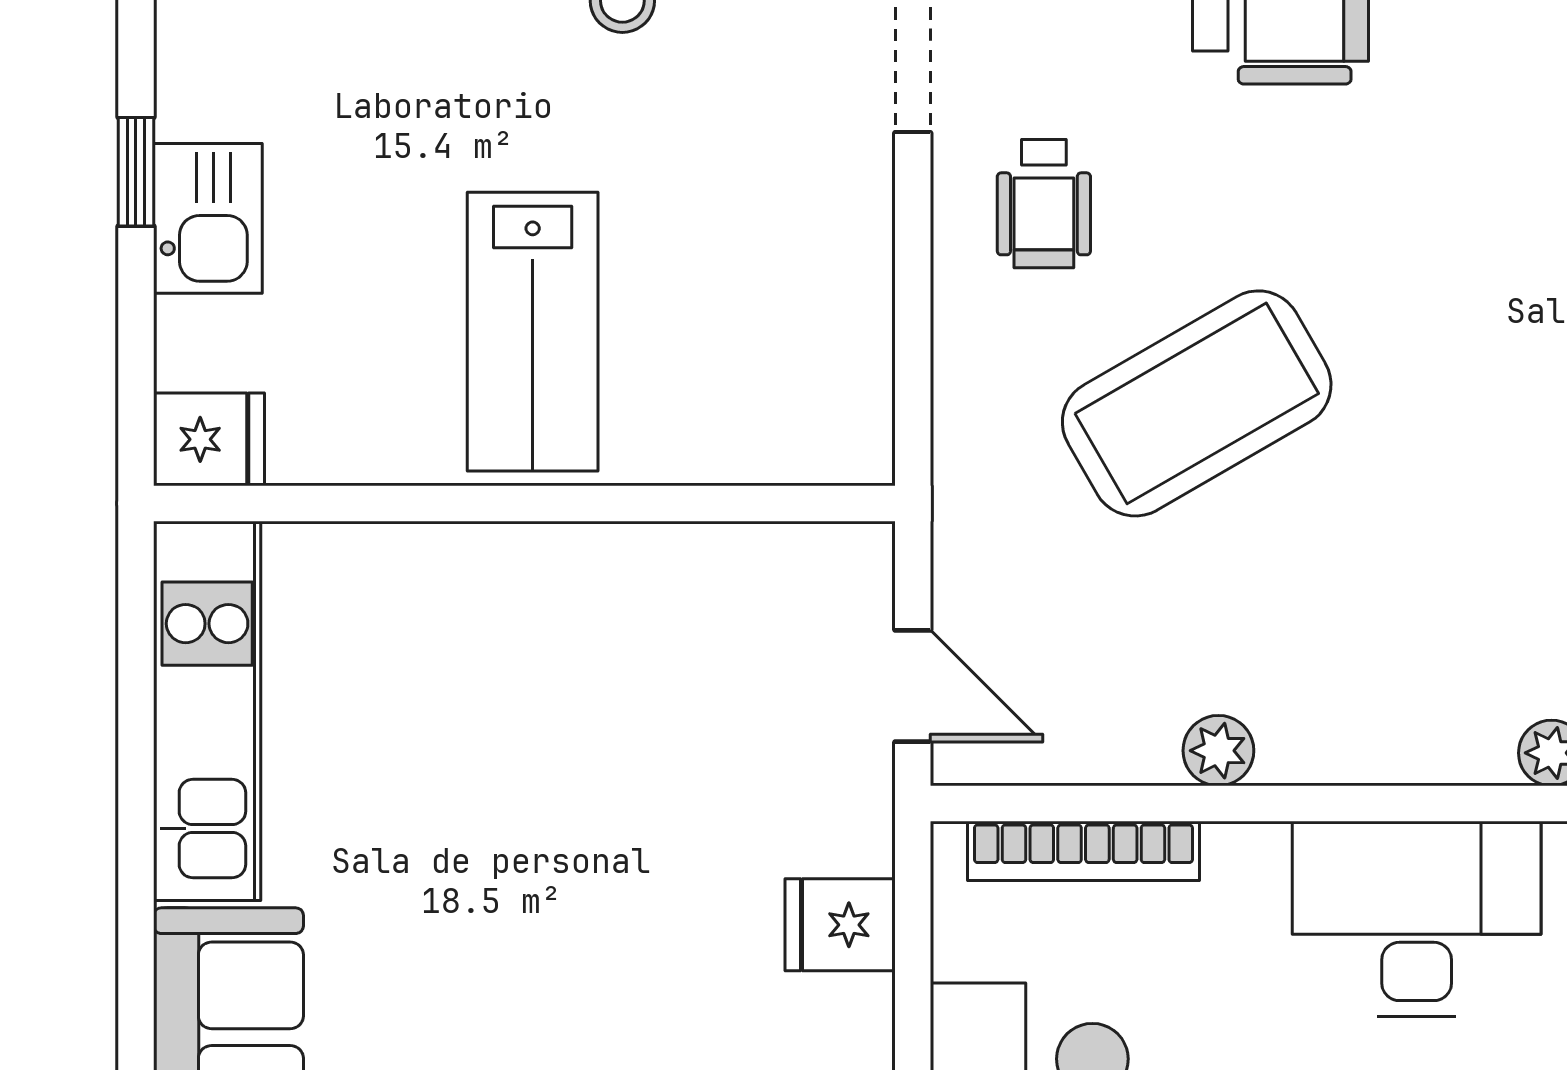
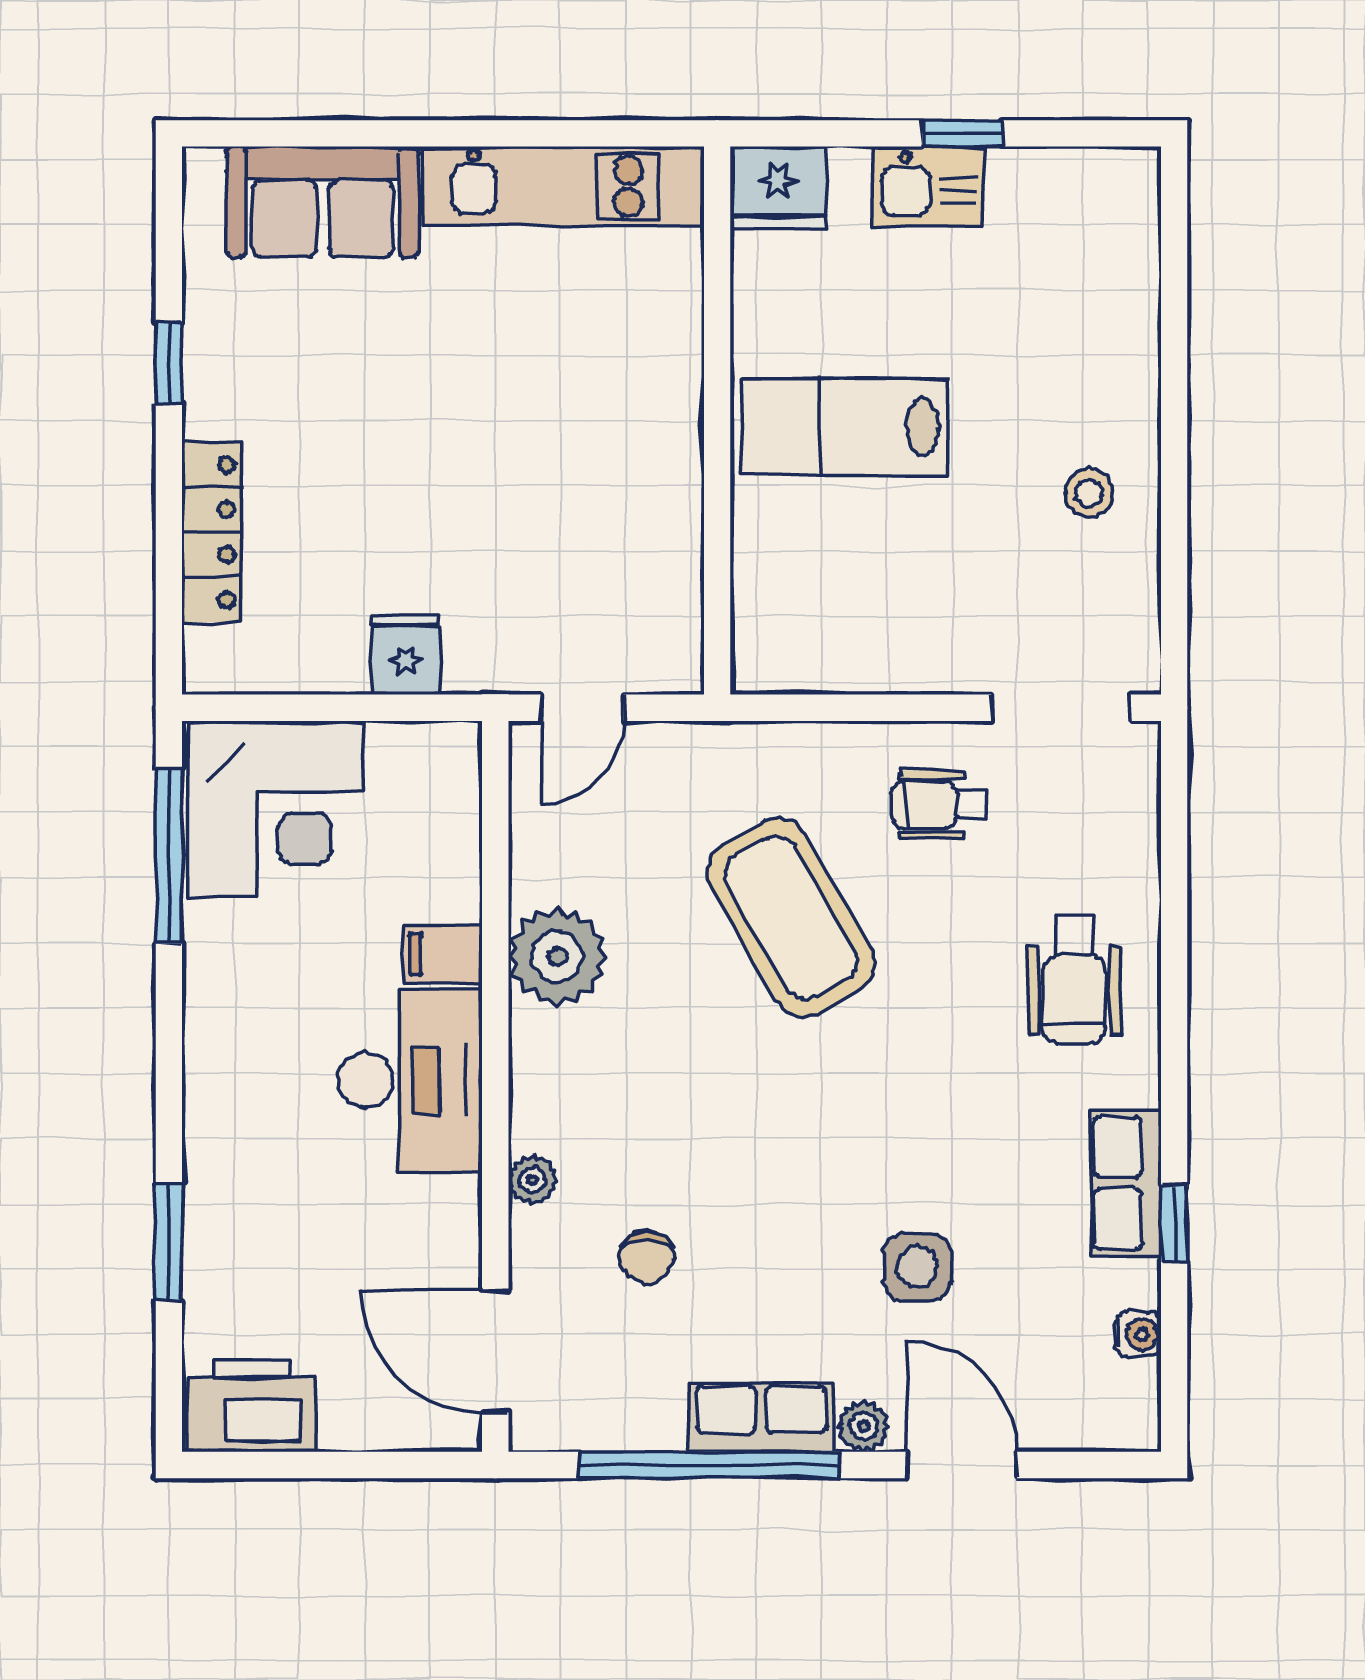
fridge: (209, 439) -> (778, 187), width x1.38
plant: (1218, 751) -> (557, 957), width x1.87, depth x1.87
bookcase: (1083, 851) -> (460, 834), removed
filing cabinet: (1246, 874) -> (443, 954), added

